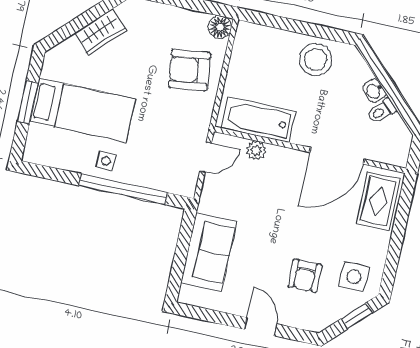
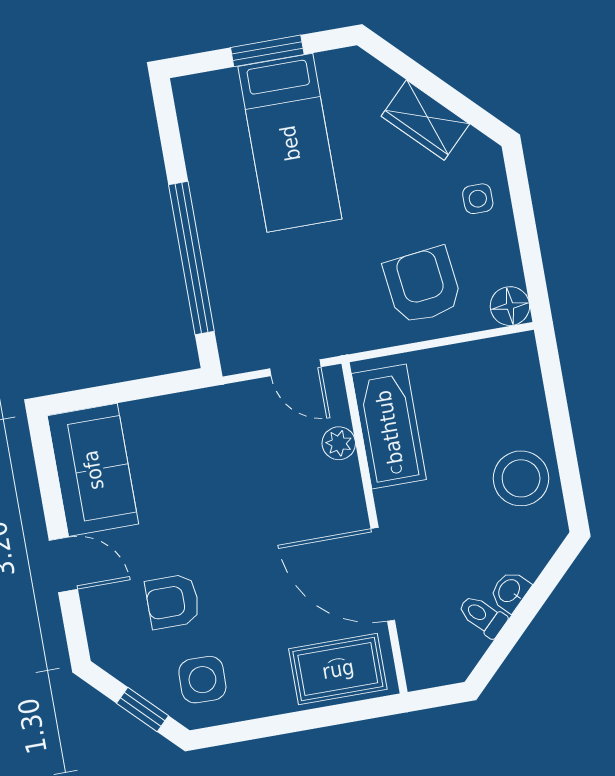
side table: (106, 161) -> (478, 199), moved
sofa: (209, 252) -> (93, 470), moved, turned -90
door: (261, 327) -> (63, 565), hinge flipped

